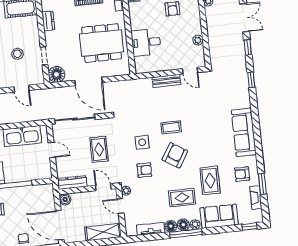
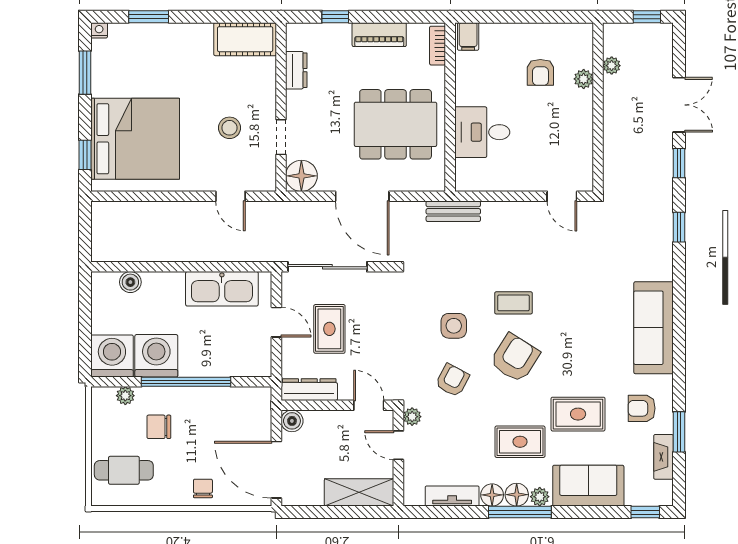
plant: (198, 40) -> (584, 79), moved
bench: (166, 81) -> (453, 211), moved
rug: (99, 149) -> (329, 329), moved
armchair: (144, 170) -> (452, 380), turned -62
rug: (210, 180) -> (578, 414), turned 90

